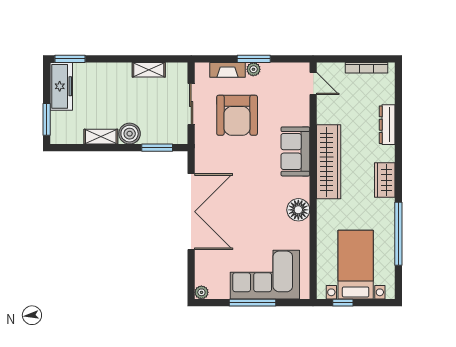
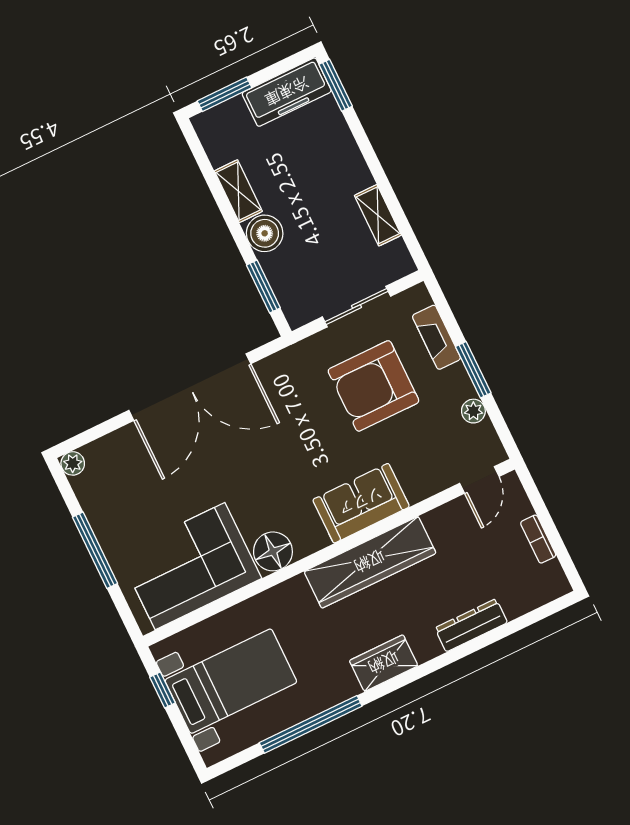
bookcase: (367, 68) -> (538, 539), width x0.64
plant: (253, 69) -> (473, 411), moved
corner sofa: (265, 275) -> (190, 566), moved, turned -90

